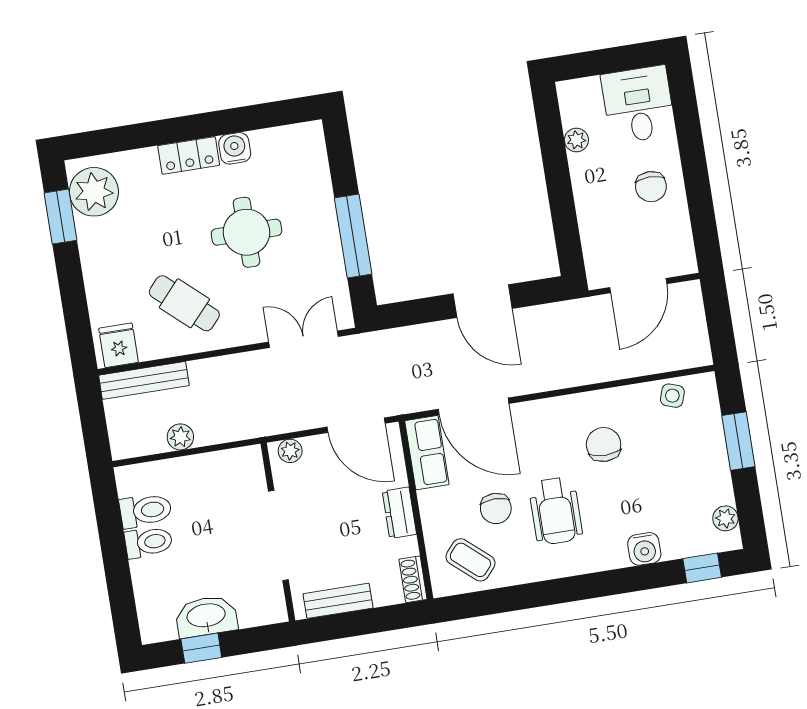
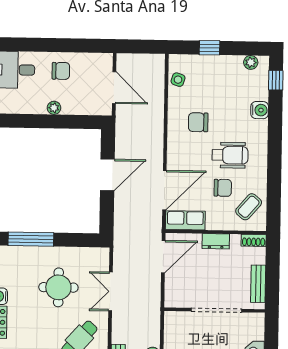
plant: (576, 140) -> (54, 108), moved
round table: (247, 232) -> (58, 287), moved
window: (353, 236) -> (31, 239), moved
double door: (304, 339) -> (111, 291), moved
window: (738, 441) -> (209, 48), width x0.67
plant: (290, 451) -> (171, 295), removed

